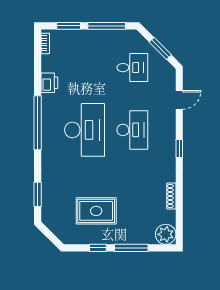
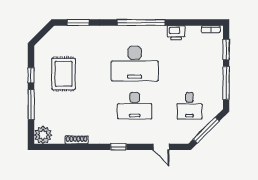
window: (160, 48) -> (206, 130), width x1.44

